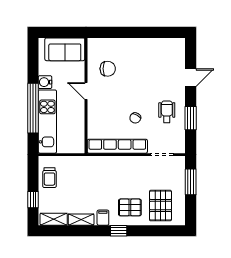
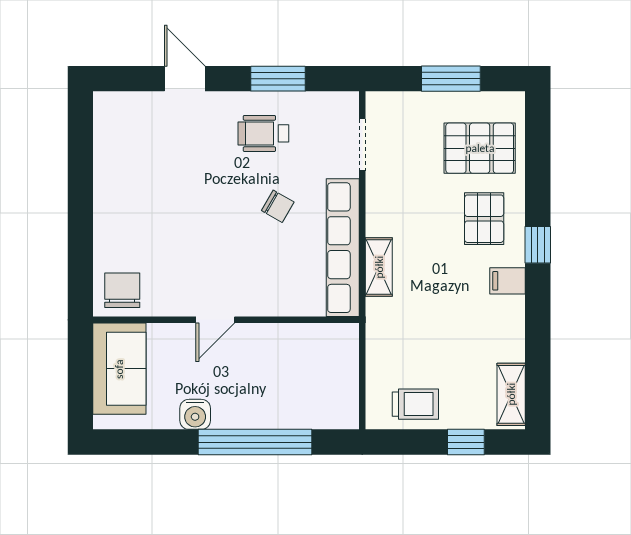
chair: (108, 69) -> (122, 290), moved
kitchen unit: (47, 122) -> (286, 409), removed
window: (191, 182) -> (451, 79), moved
shelving: (81, 220) -> (379, 267), moved

